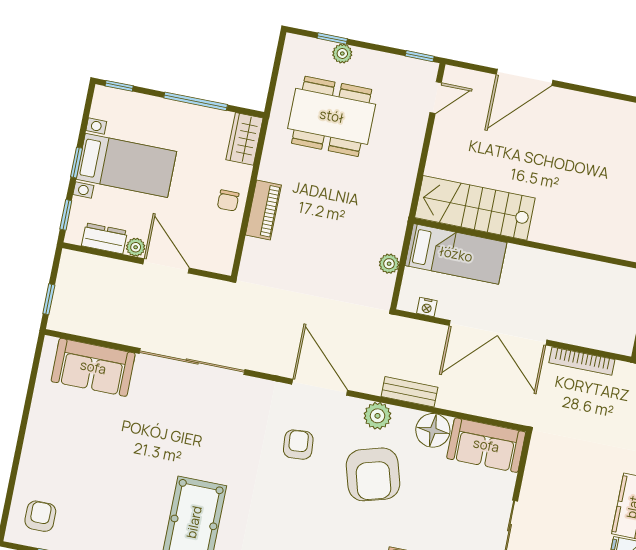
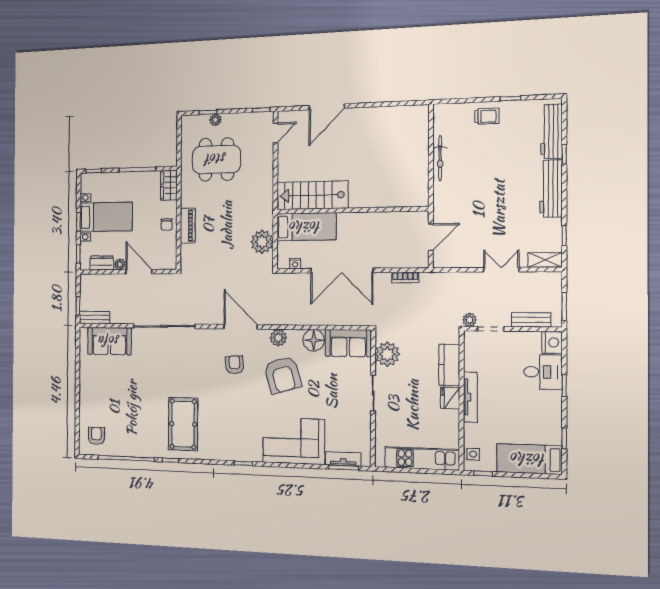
plant: (389, 264) -> (262, 242), width x1.88, depth x1.88
bookcase: (582, 361) -> (405, 277), width x0.64
bench: (409, 392) -> (94, 318), moved
plant: (543, 473) -> (387, 354), added

